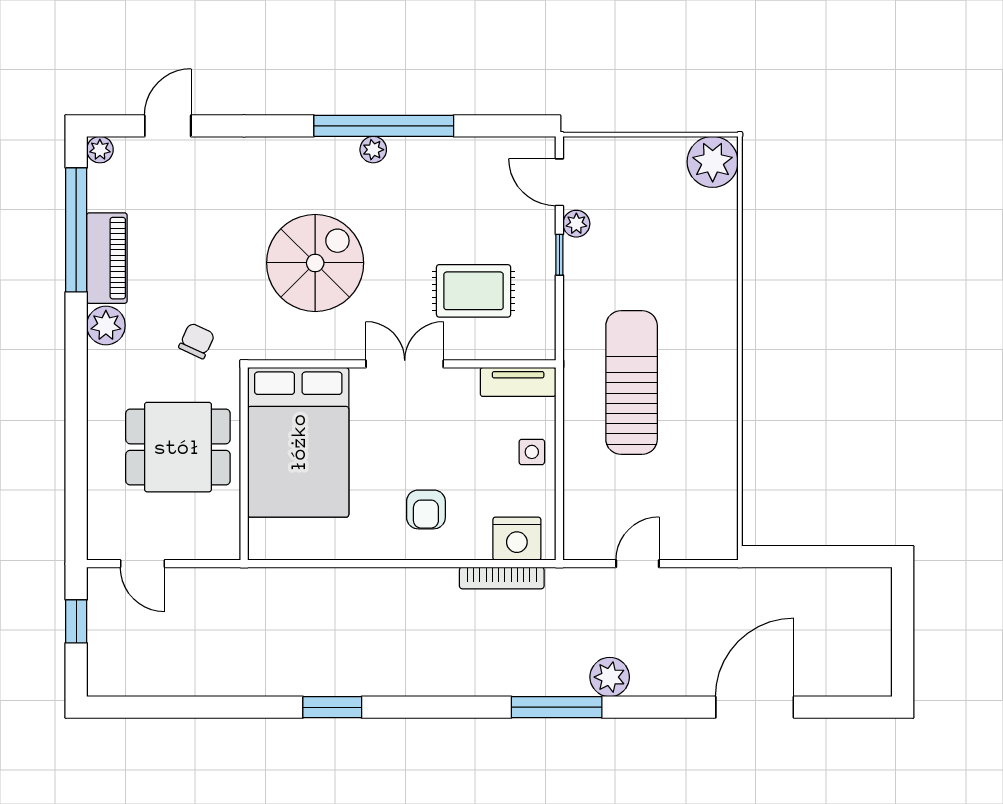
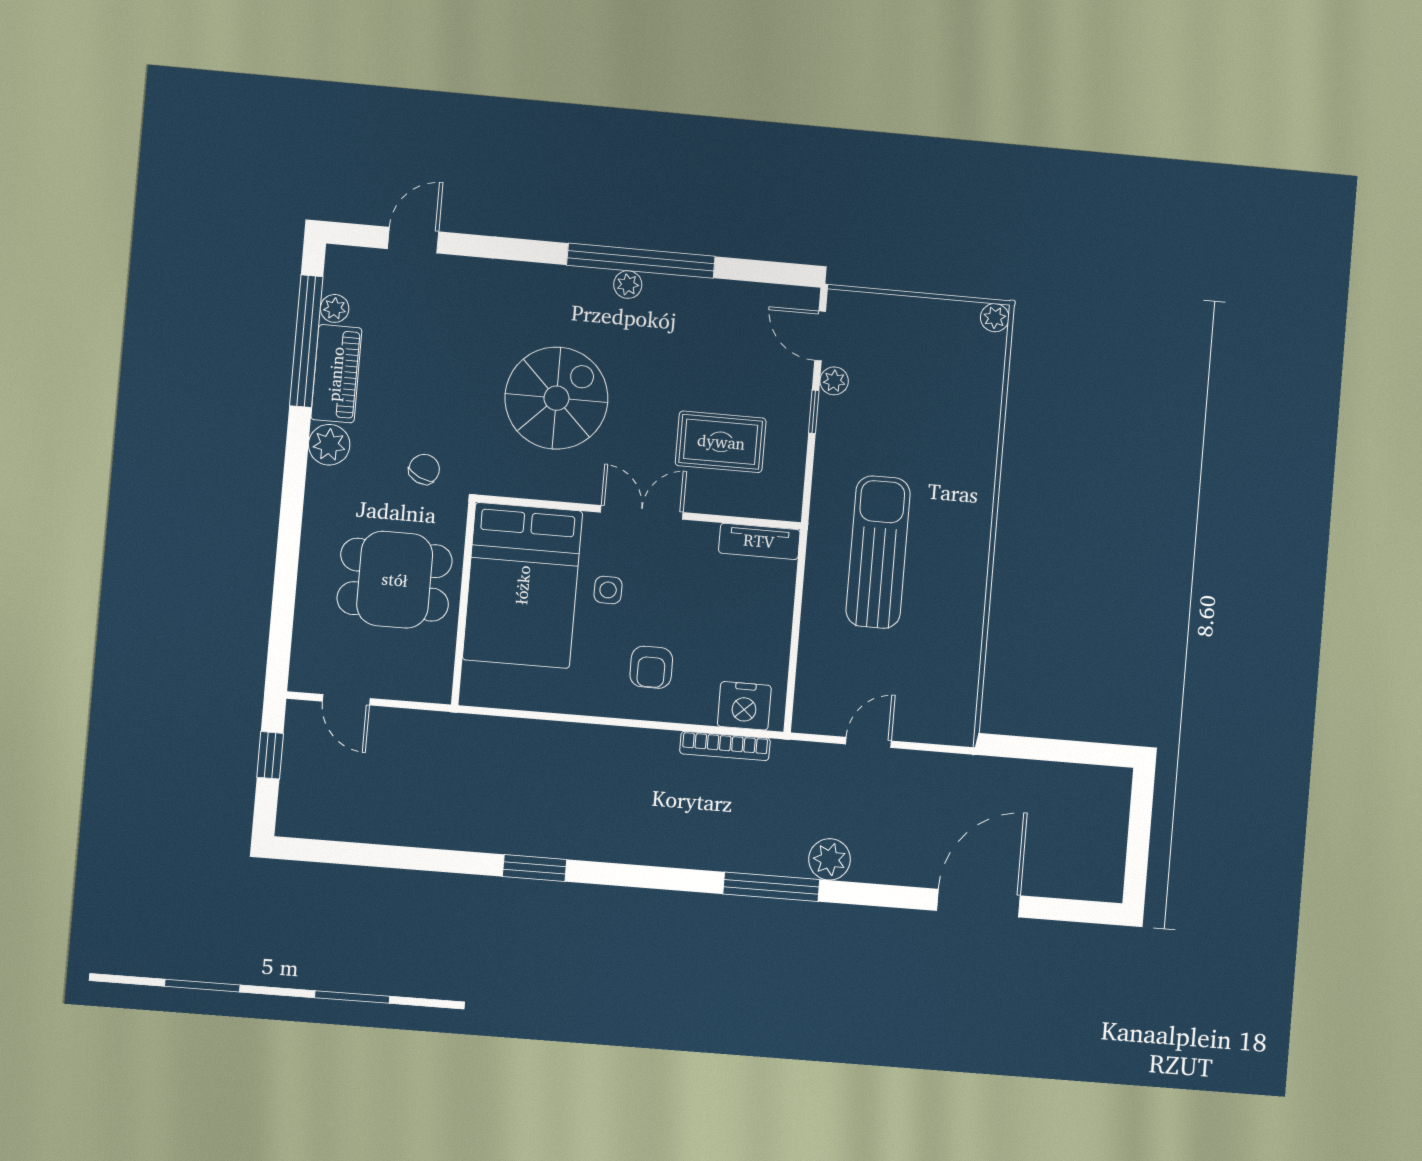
plant: (100, 150) -> (335, 308), moved
plant: (713, 162) -> (995, 318), width x0.53, depth x0.53
side table: (532, 452) -> (608, 590), moved

